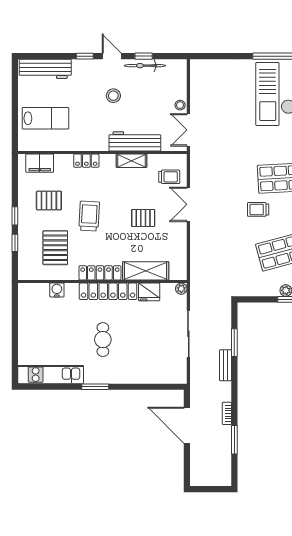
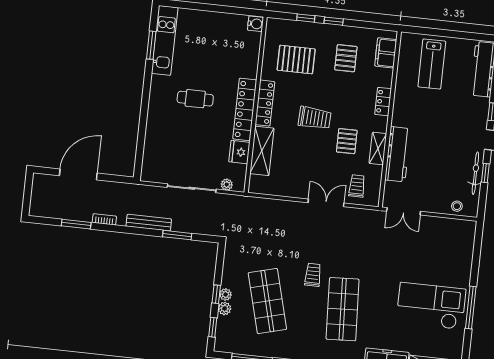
stool: (113, 96) -> (448, 137), removed
stool: (180, 105) -> (457, 206), moved
double door: (188, 130) -> (404, 211), swing flipped
trolley: (169, 177) -> (357, 186), turned 180
trolley: (89, 216) -> (315, 118), moved
pallet: (143, 218) -> (347, 141), moved
plant: (181, 289) -> (227, 185), moved
water cooler: (57, 290) -> (255, 24), moved
bench: (225, 365) -> (149, 223), width x1.36
window: (95, 387) -> (151, 45), moved
door: (187, 425) -> (78, 174), moved

